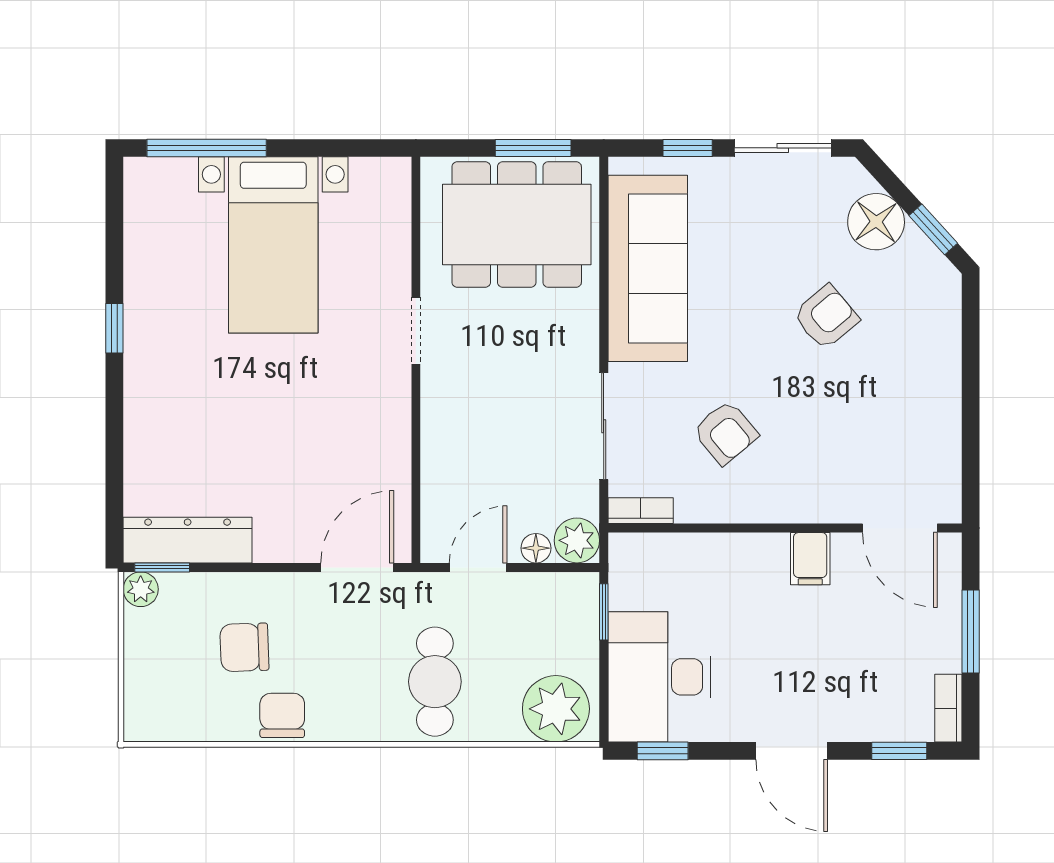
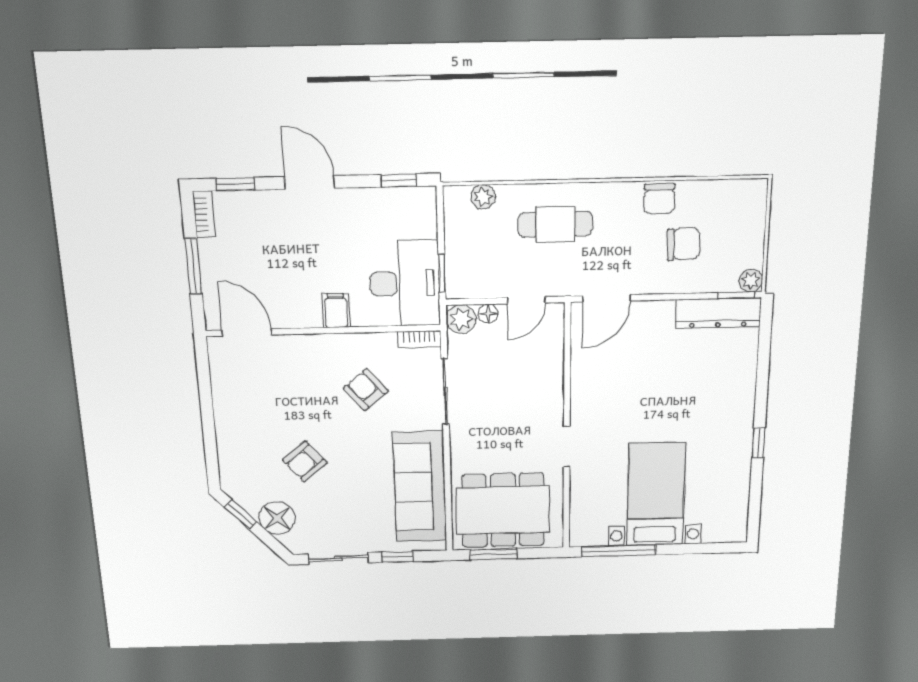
window: (207, 148) -> (619, 551), moved
filing cabinet: (810, 559) -> (336, 311), moved
desk: (659, 677) -> (405, 283), moved
cafe table: (435, 682) -> (555, 224), turned 90
plant: (556, 709) -> (483, 197), width x0.53, depth x0.53

